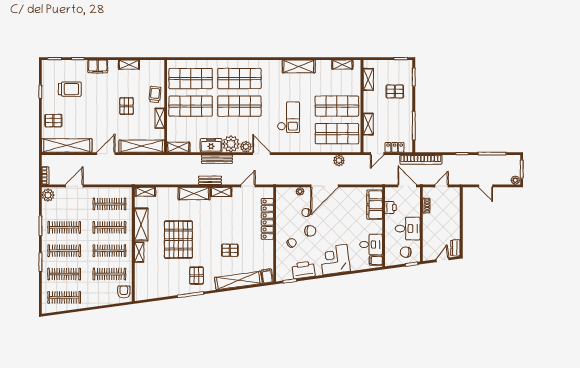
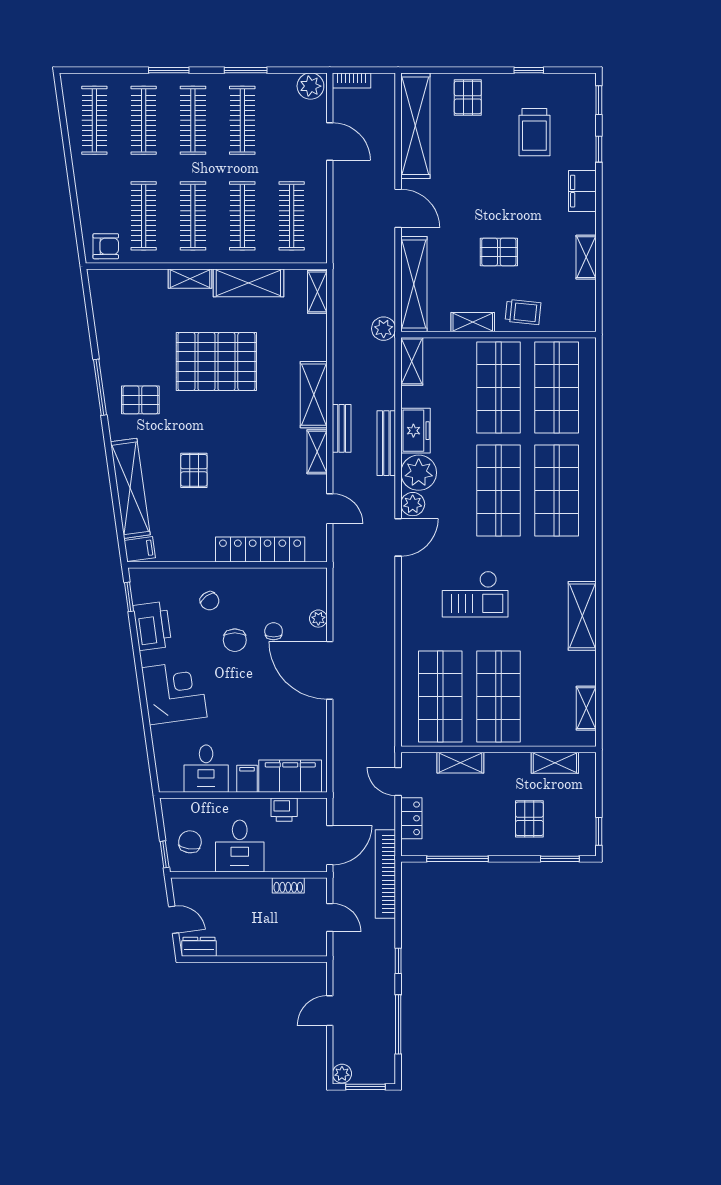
plant: (339, 160) -> (384, 329), moved
filing cabinet: (376, 261) -> (247, 779), moved

